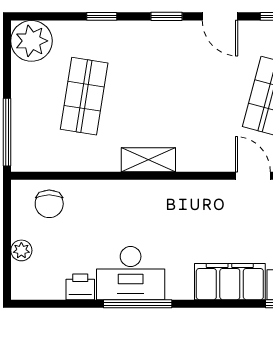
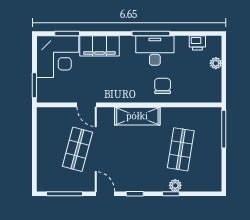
plant: (31, 41) -> (175, 185), moved, width x0.53, depth x0.53
shelving: (148, 160) -> (137, 116), width x1.50, depth x1.33
chair: (49, 204) -> (163, 86), moved
printer: (80, 287) -> (197, 43), moved

